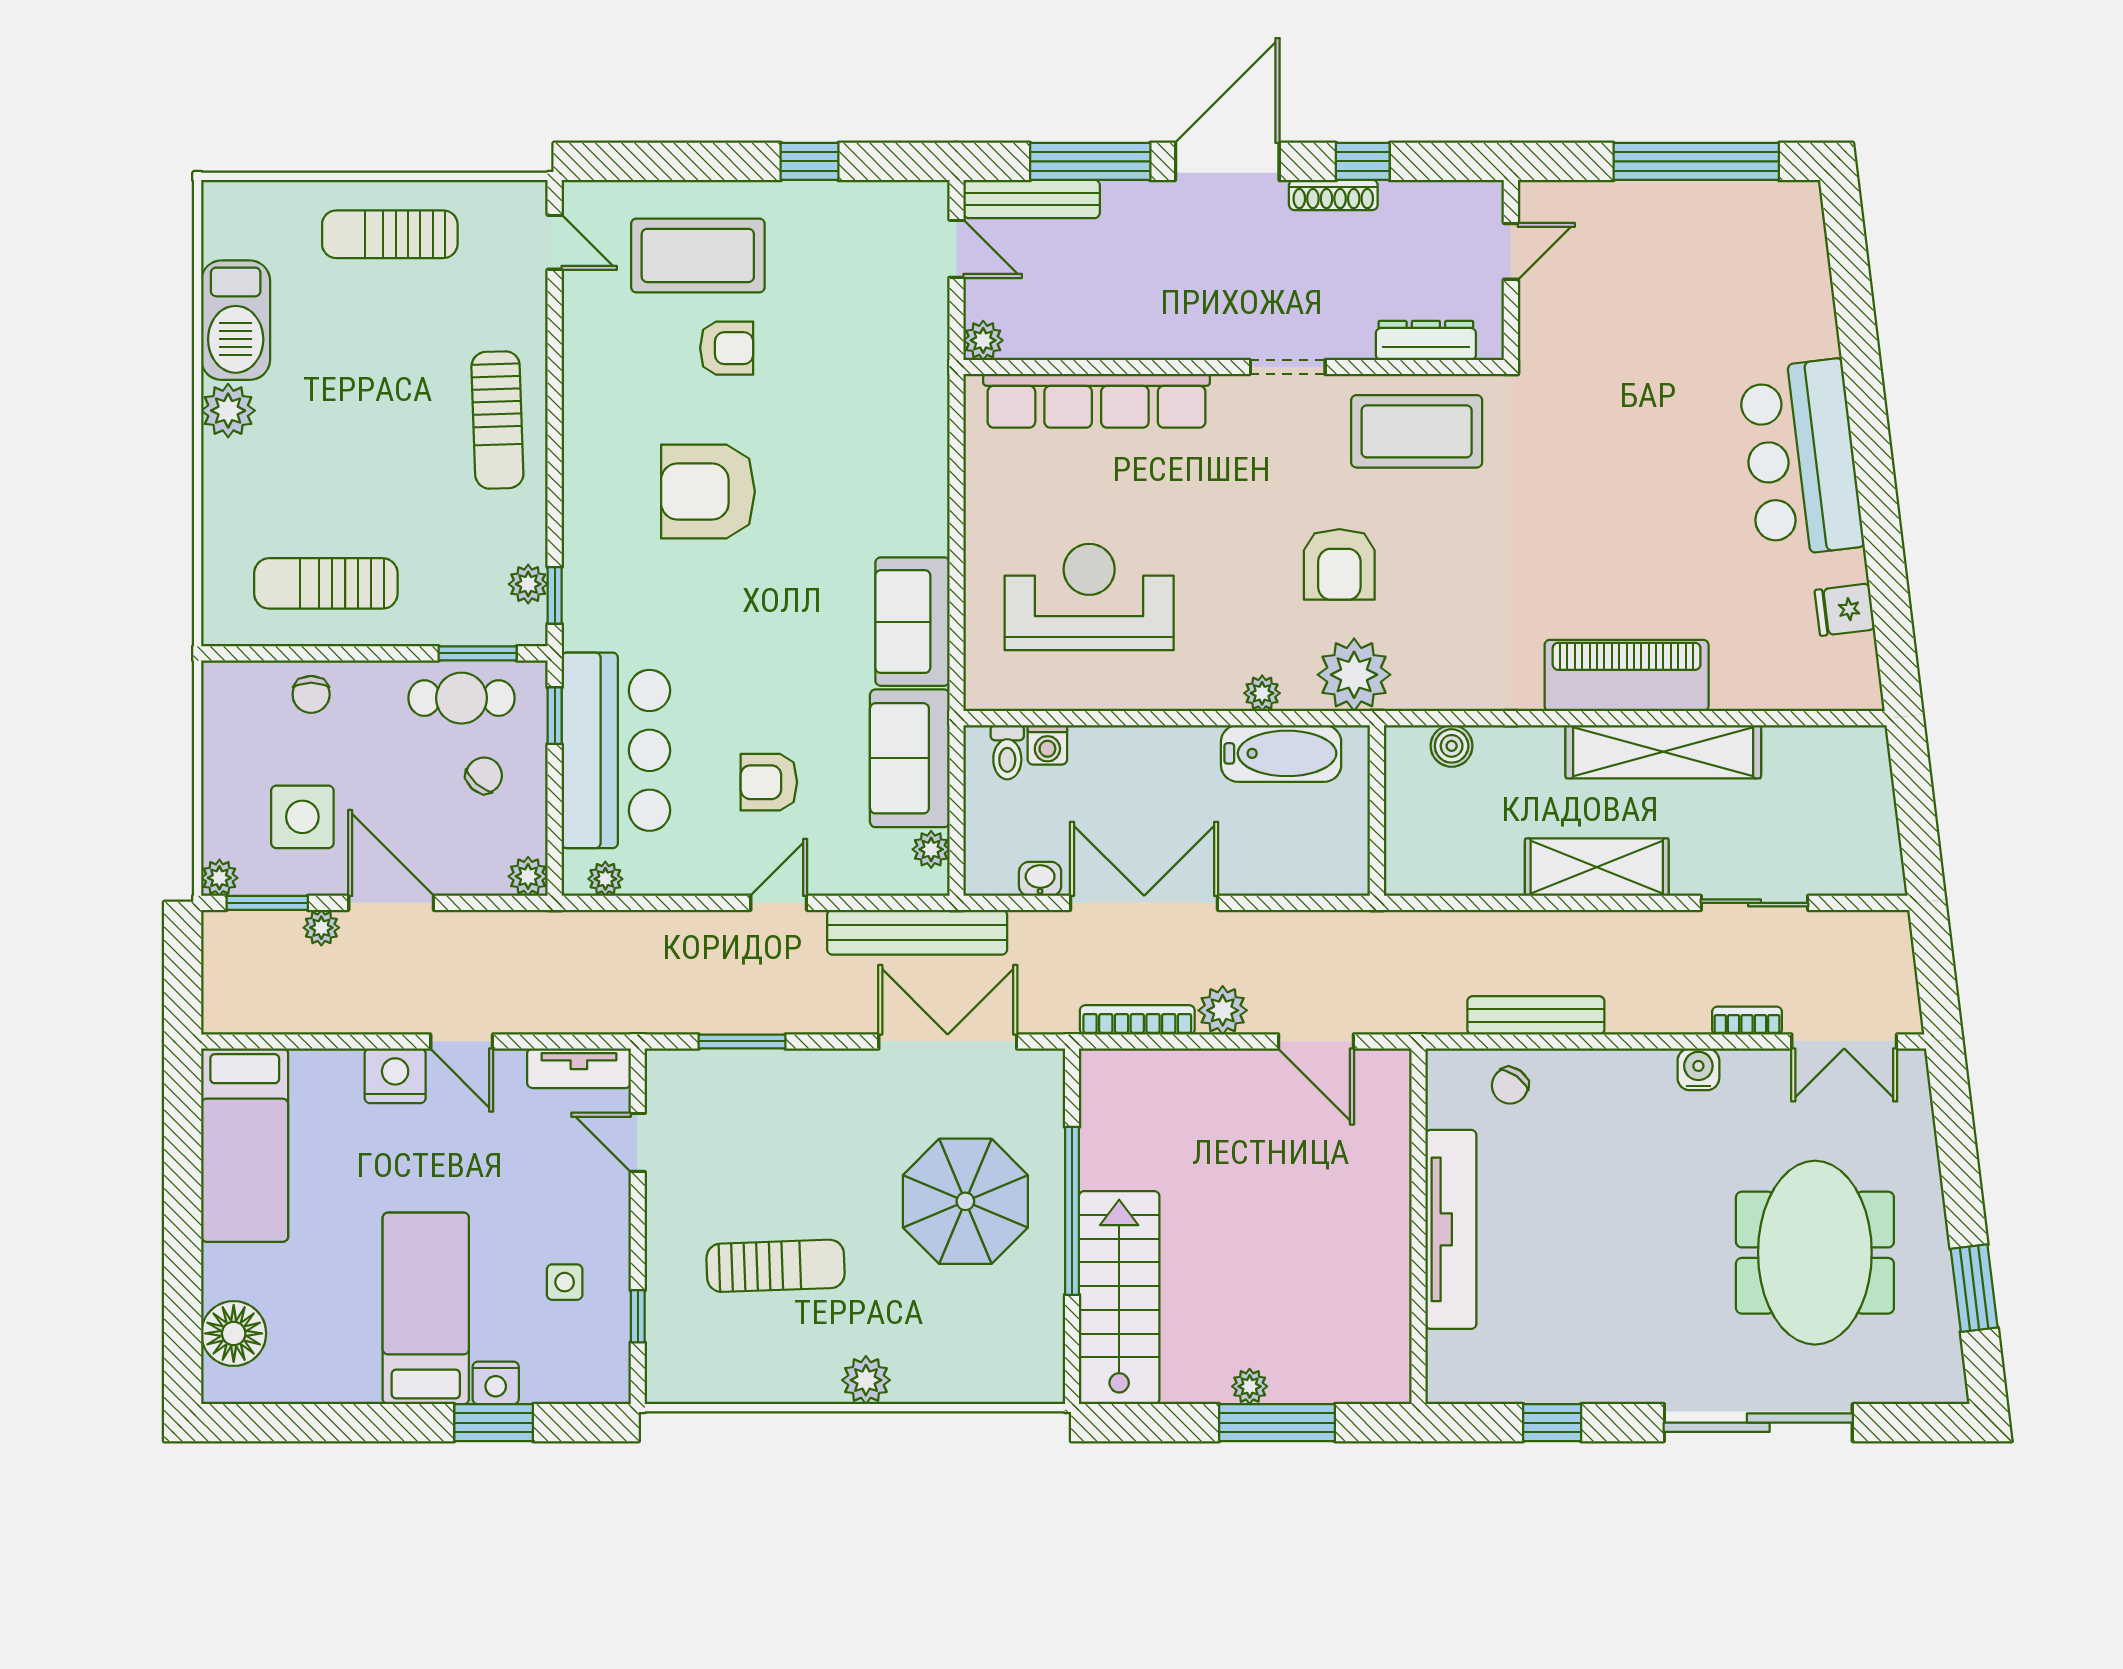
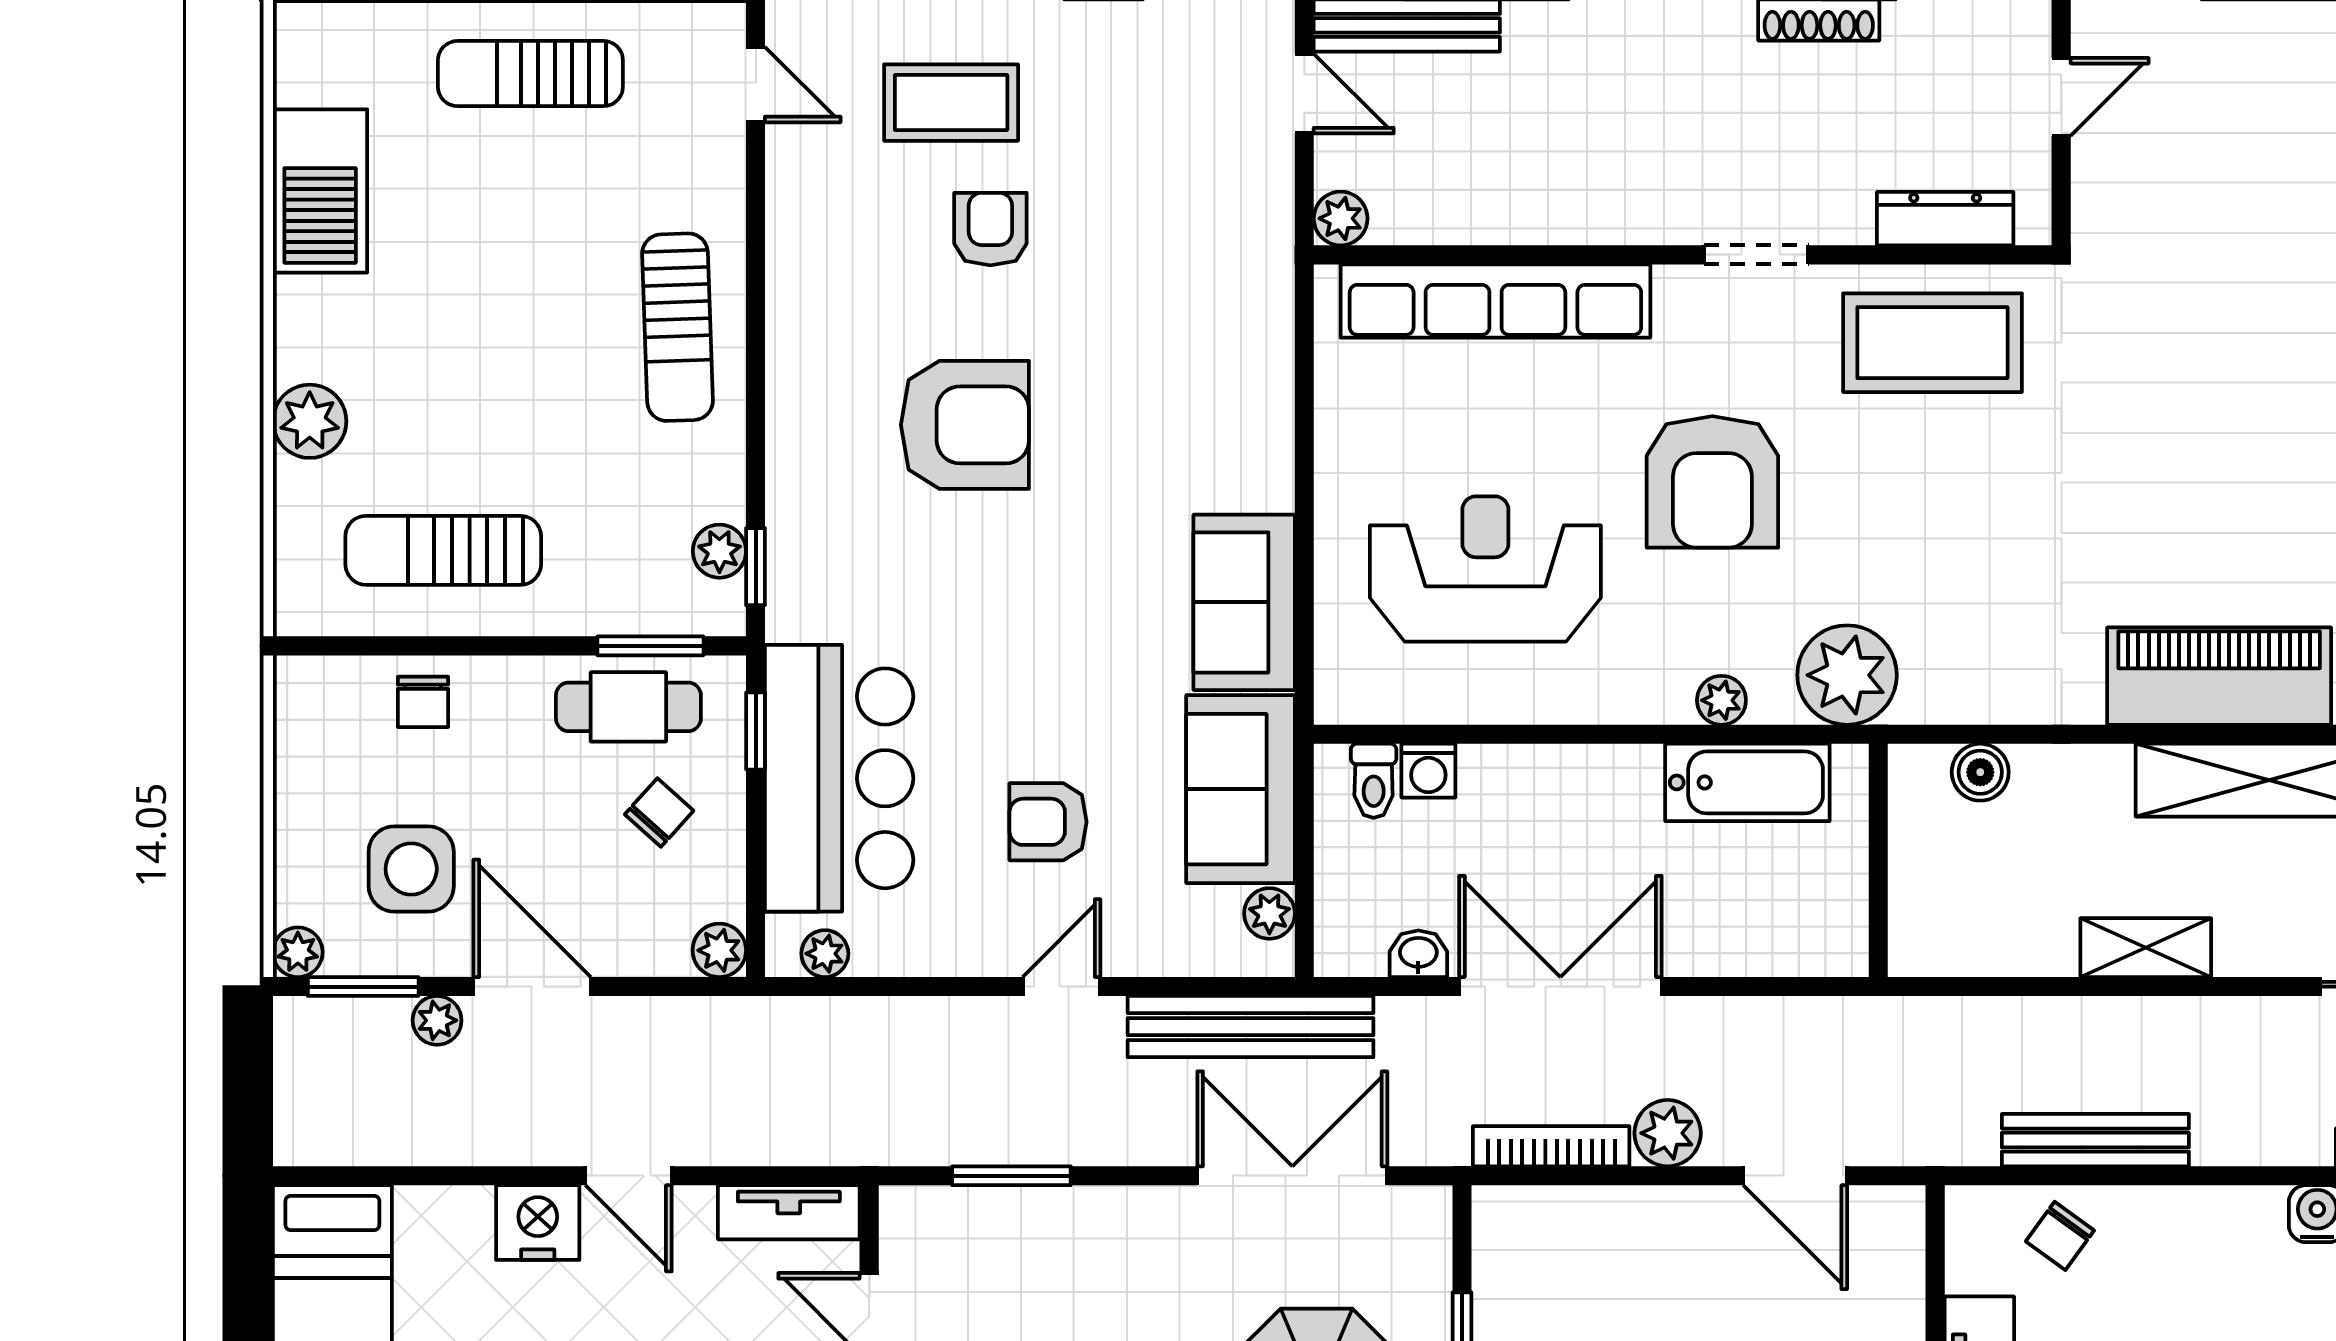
coffee table: (698, 255) -> (951, 103), width x0.73, depth x0.76
armchair: (727, 348) -> (990, 229), turned -90
plant: (228, 411) -> (310, 421), moved
armchair: (708, 492) -> (965, 425), turned 180
armchair: (1339, 564) -> (1712, 482), moved, width x1.36, depth x1.36
shelving: (1597, 867) -> (2146, 948), width x0.67, depth x0.75

